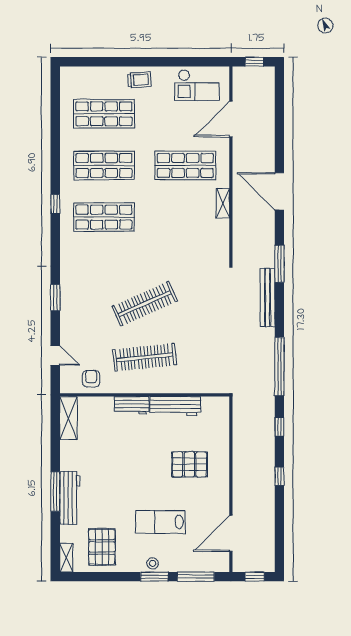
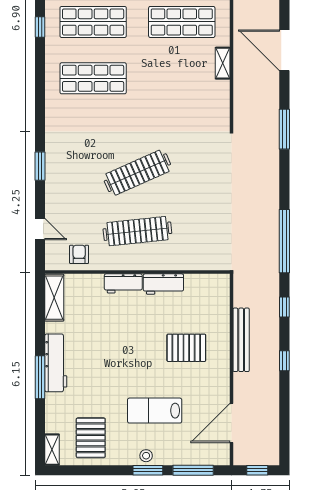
window: (55, 204) -> (40, 27), moved
bench: (268, 298) -> (241, 340), moved
workbench: (175, 406) -> (163, 284), width x0.73
workbench: (70, 498) -> (56, 363), moved

